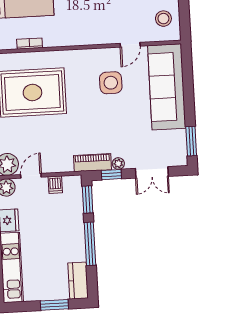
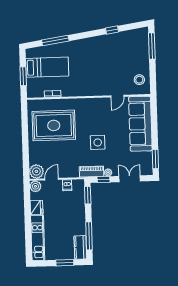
side table: (111, 83) -> (98, 142), moved
double door: (152, 172) -> (130, 179), swing flipped
window: (90, 244) -> (89, 236), moved

